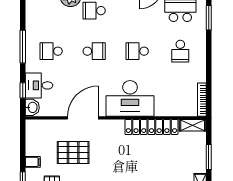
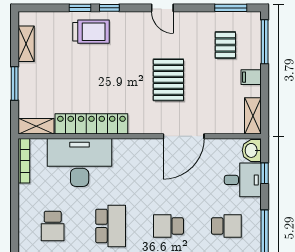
school desk: (137, 51) -> (111, 226), width x1.85
school desk: (180, 51) -> (53, 226), turned 180
desk: (130, 98) -> (80, 162), moved
shelving: (31, 133) -> (253, 116), added
pallet: (73, 152) -> (168, 80), moved, turned 90

